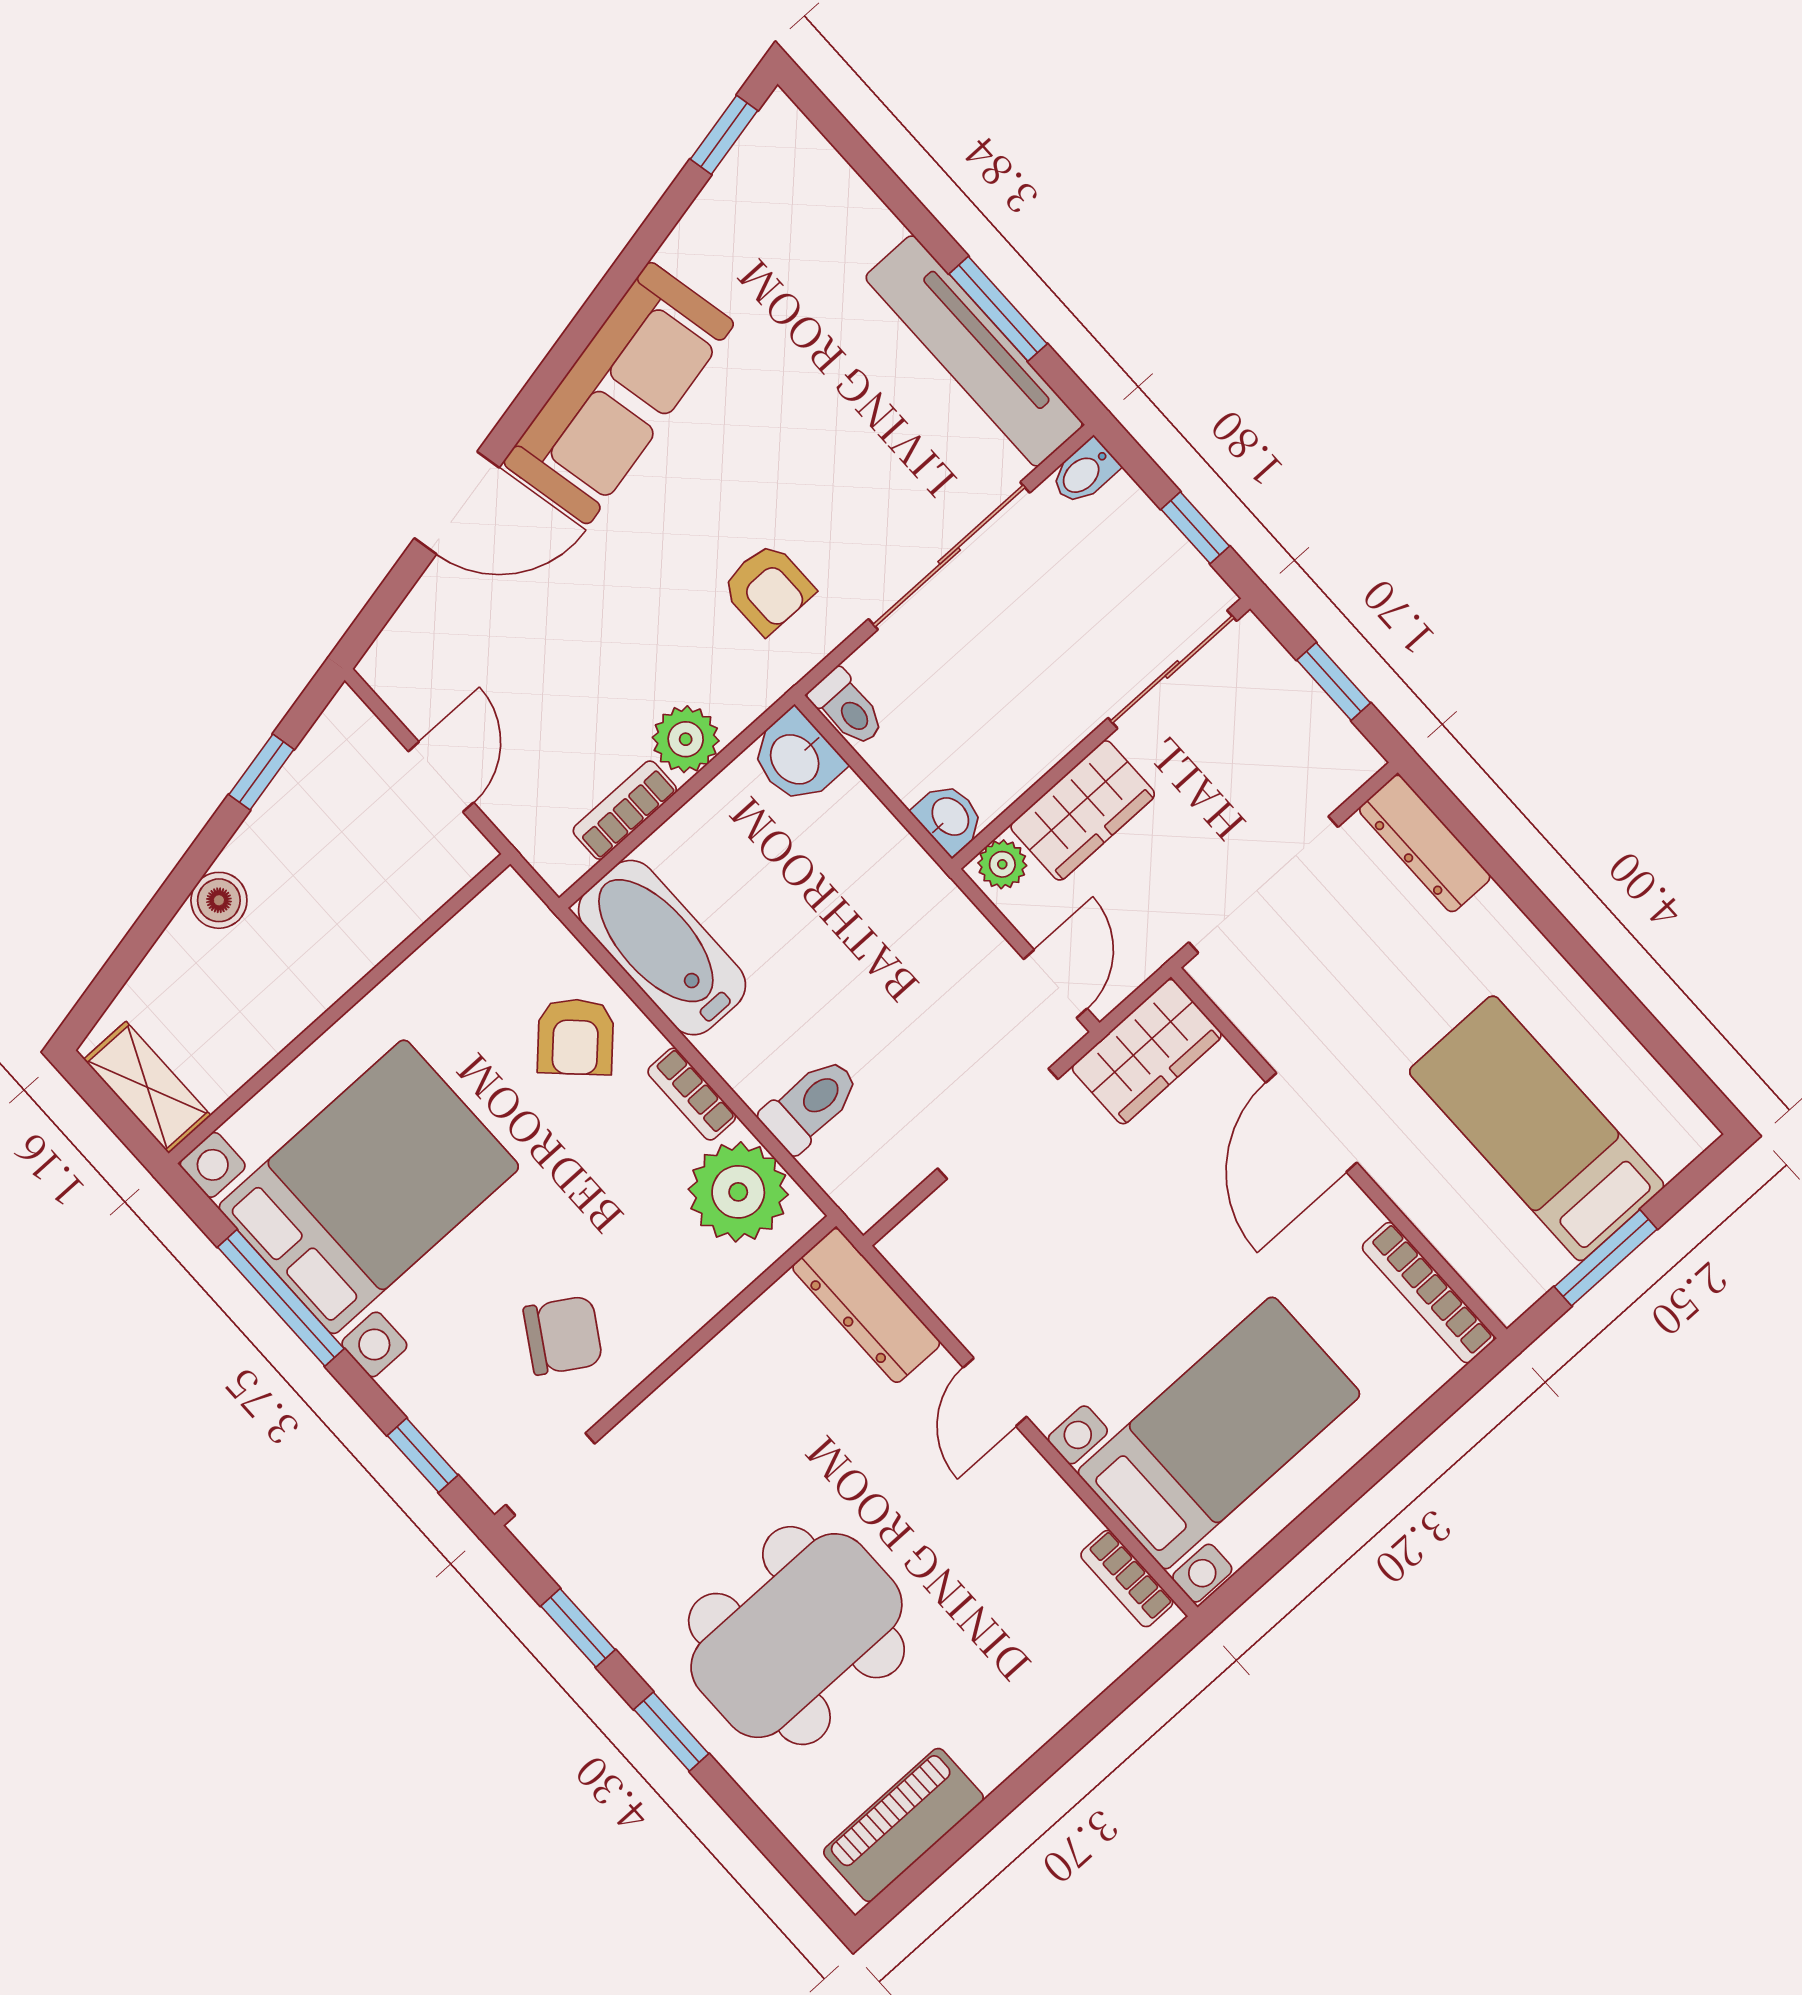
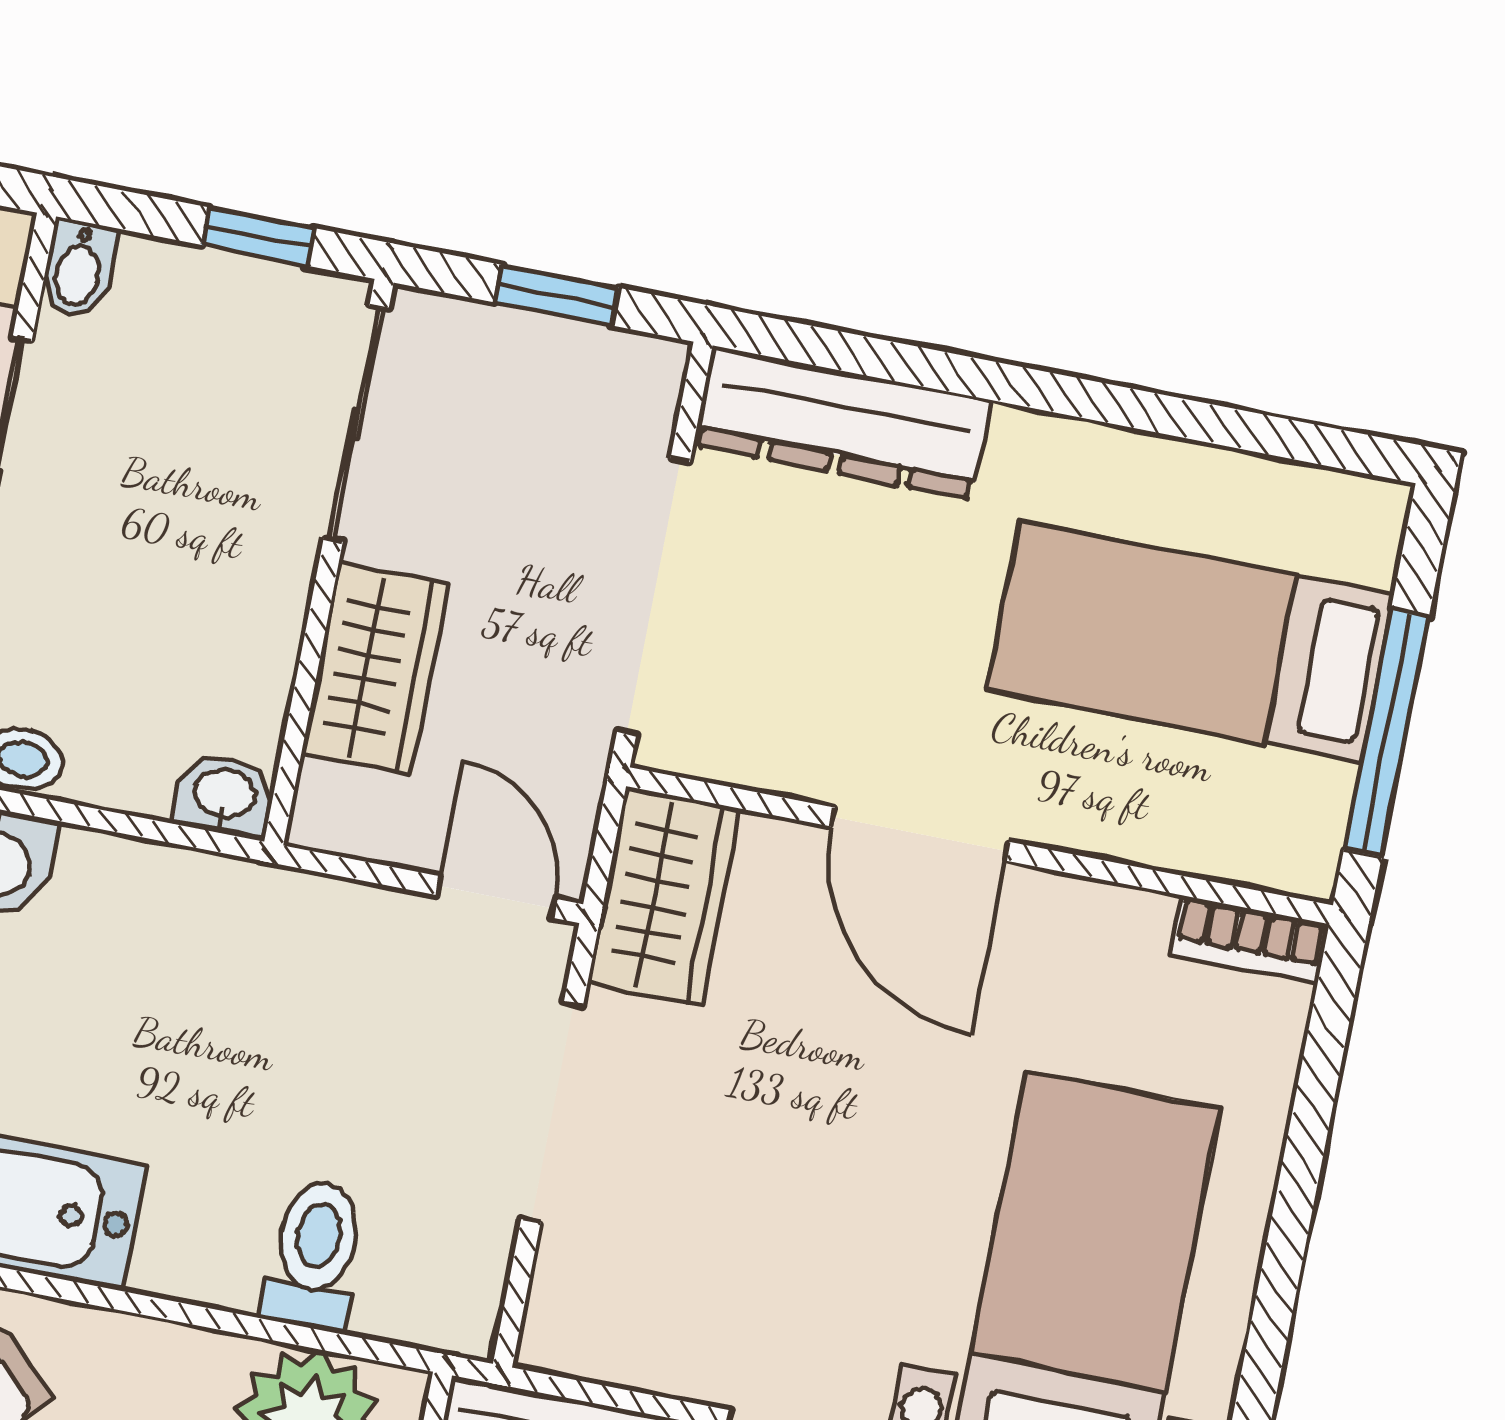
dresser: (1425, 843) -> (842, 422), width x1.37, depth x1.24
plant: (1002, 864) -> (328, 803), removed
bookcase: (692, 1094) -> (166, 1348), removed
window: (1606, 1258) -> (1386, 733), width x1.44
bookcase: (1428, 1293) -> (1250, 939), width x0.64

